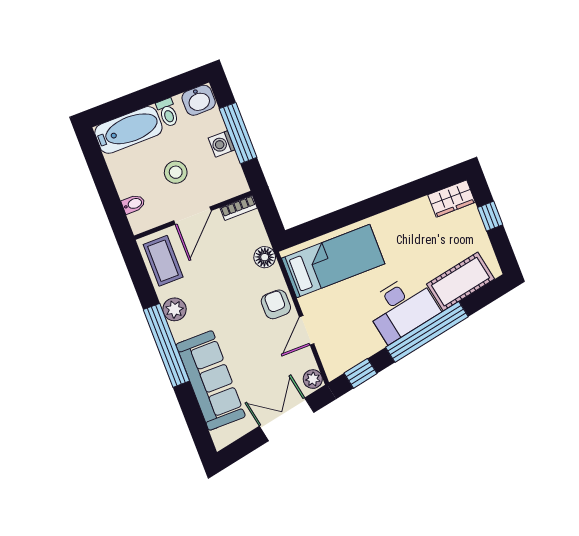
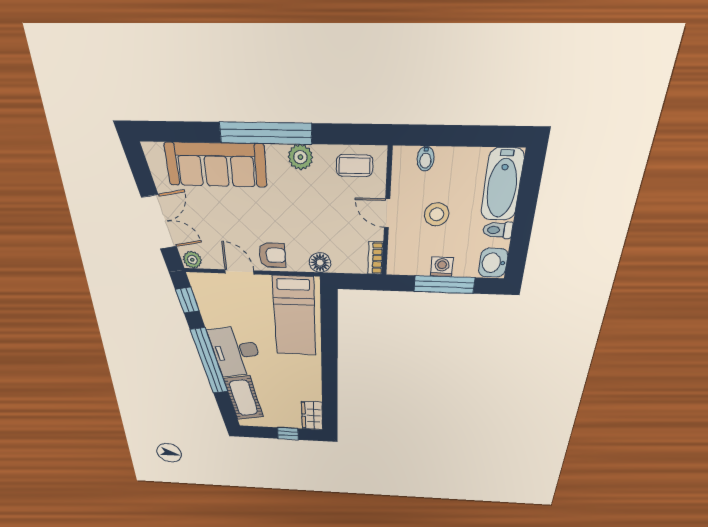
door: (192, 216) -> (387, 213), width x0.73
coffee table: (163, 261) -> (355, 166), width x0.73, depth x0.77

